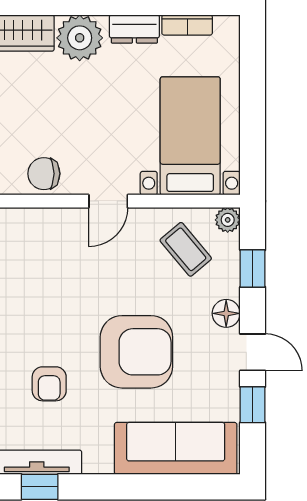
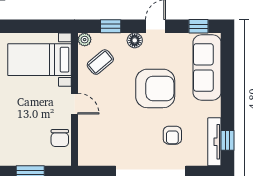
armchair: (136, 352) -> (155, 88), turned 90
armchair: (49, 384) -> (172, 135), turned 90
window: (253, 405) -> (199, 26), moved

